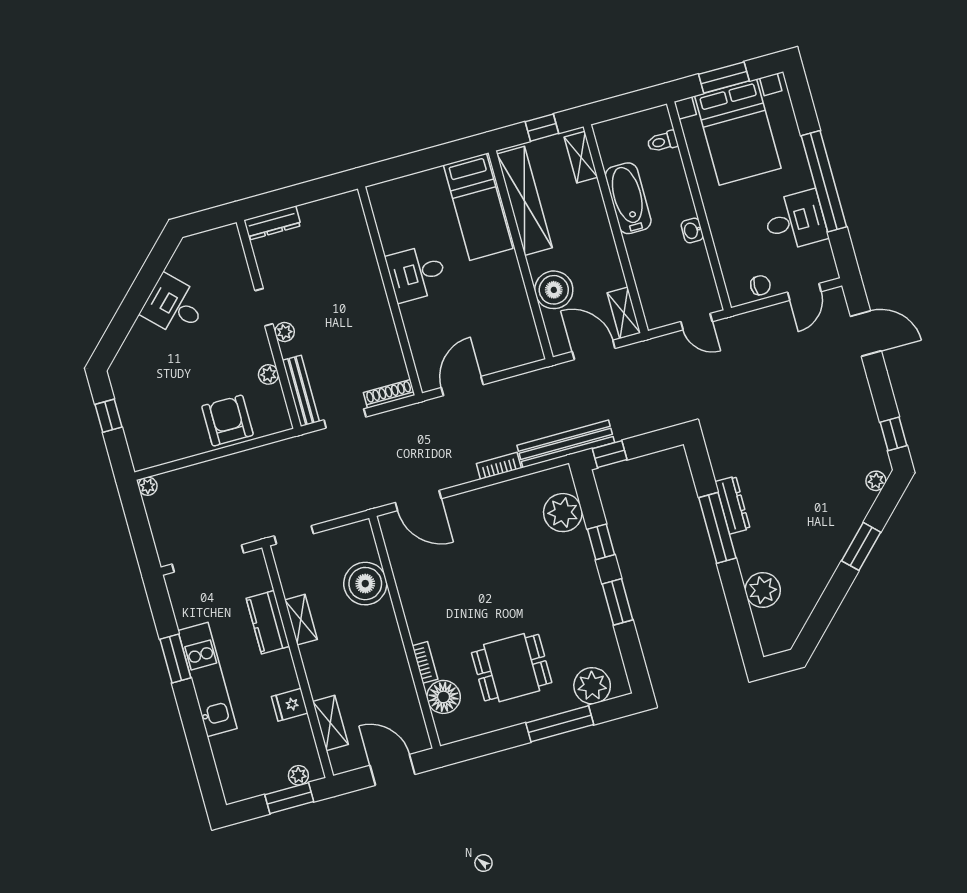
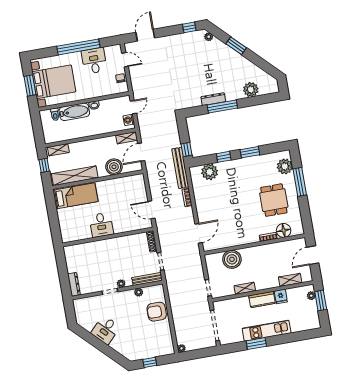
bathtub: (628, 198) -> (74, 112), moved, turned 180
washing machine: (666, 314) -> (129, 120), added
kitchen counter: (268, 622) -> (262, 299), moved

